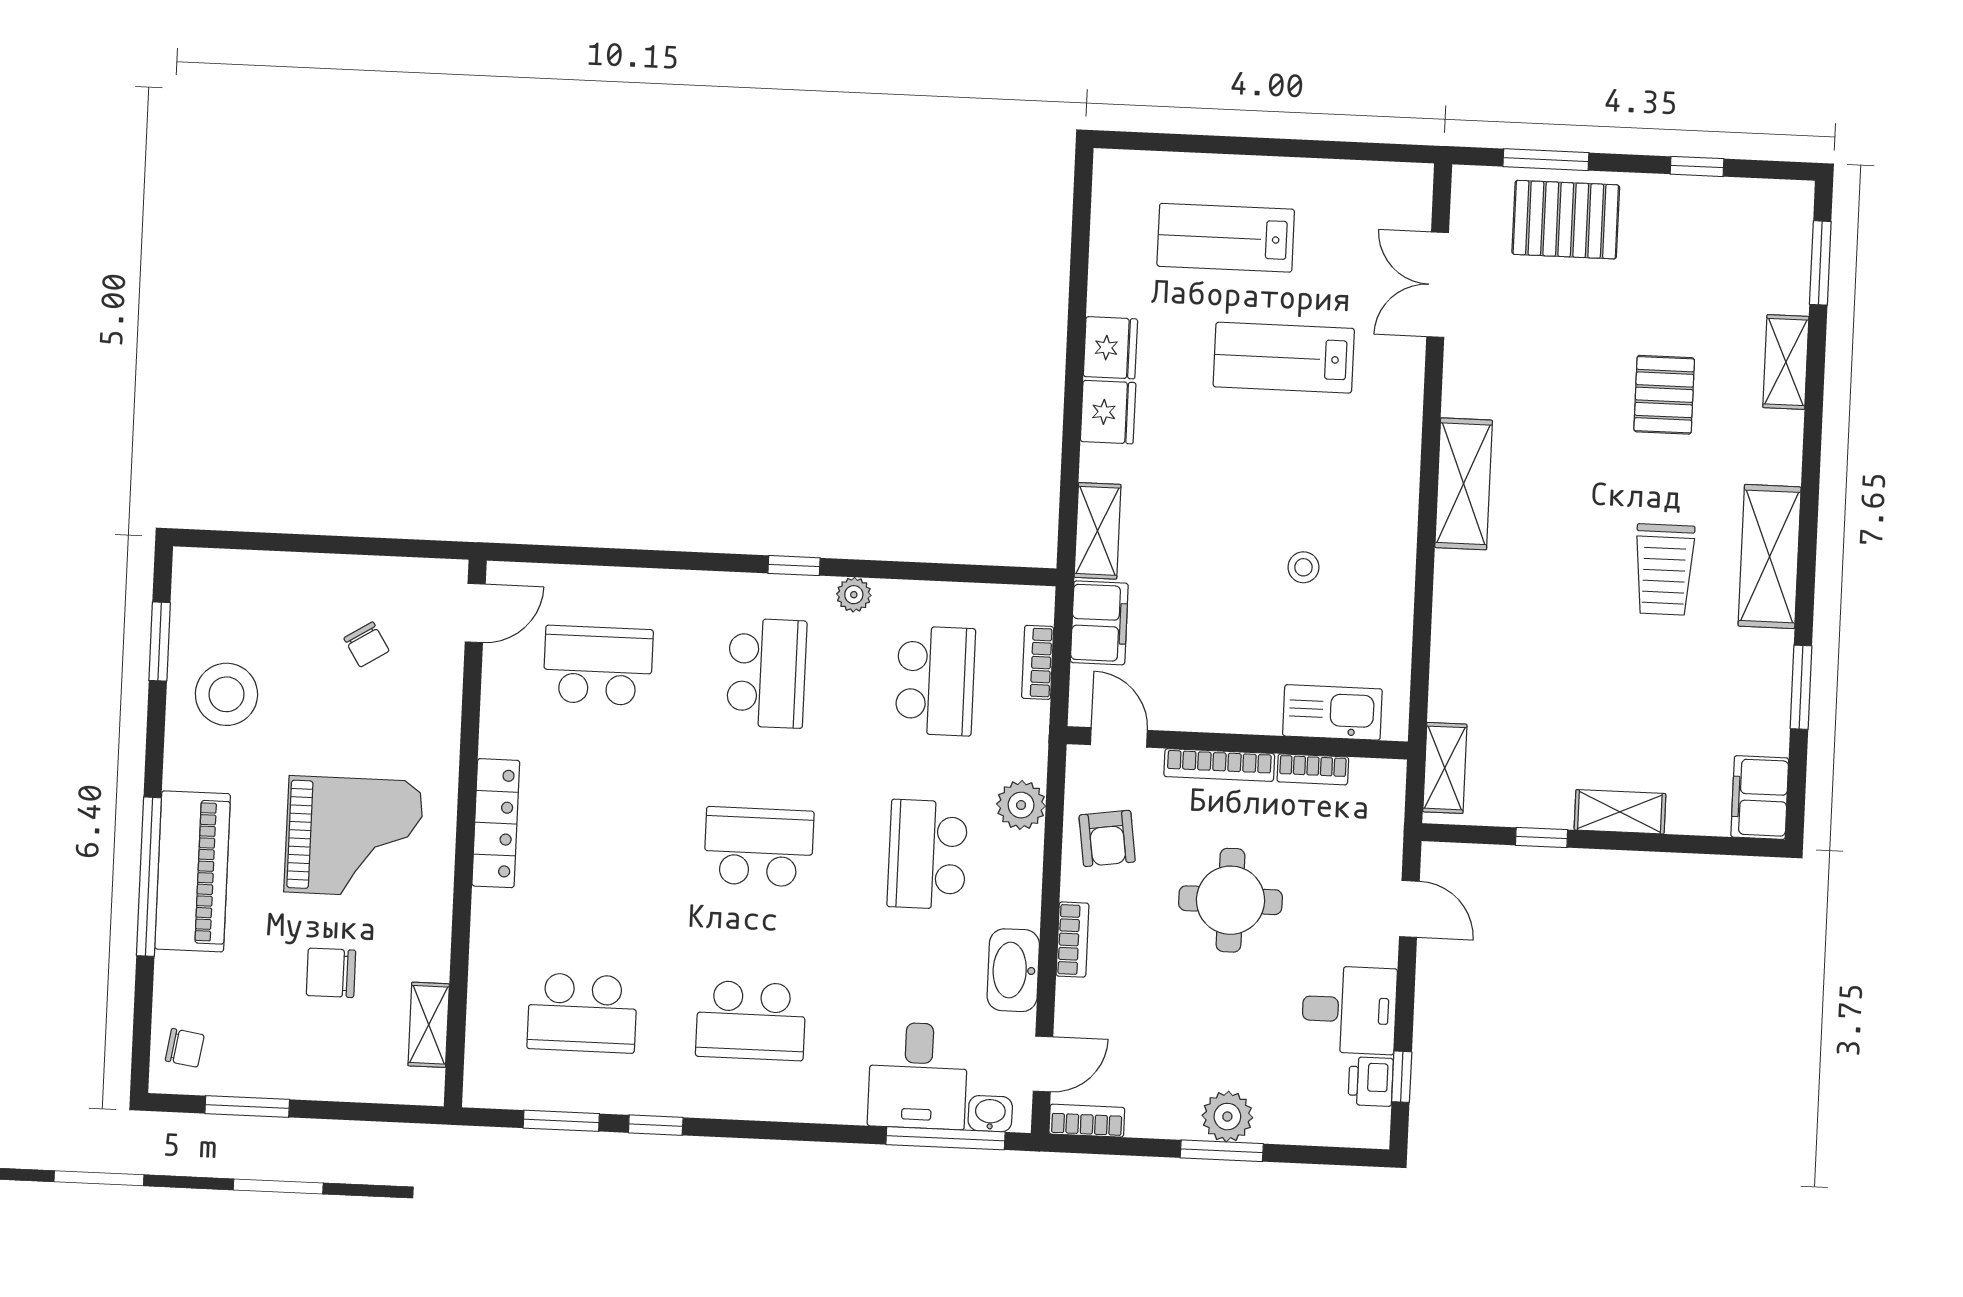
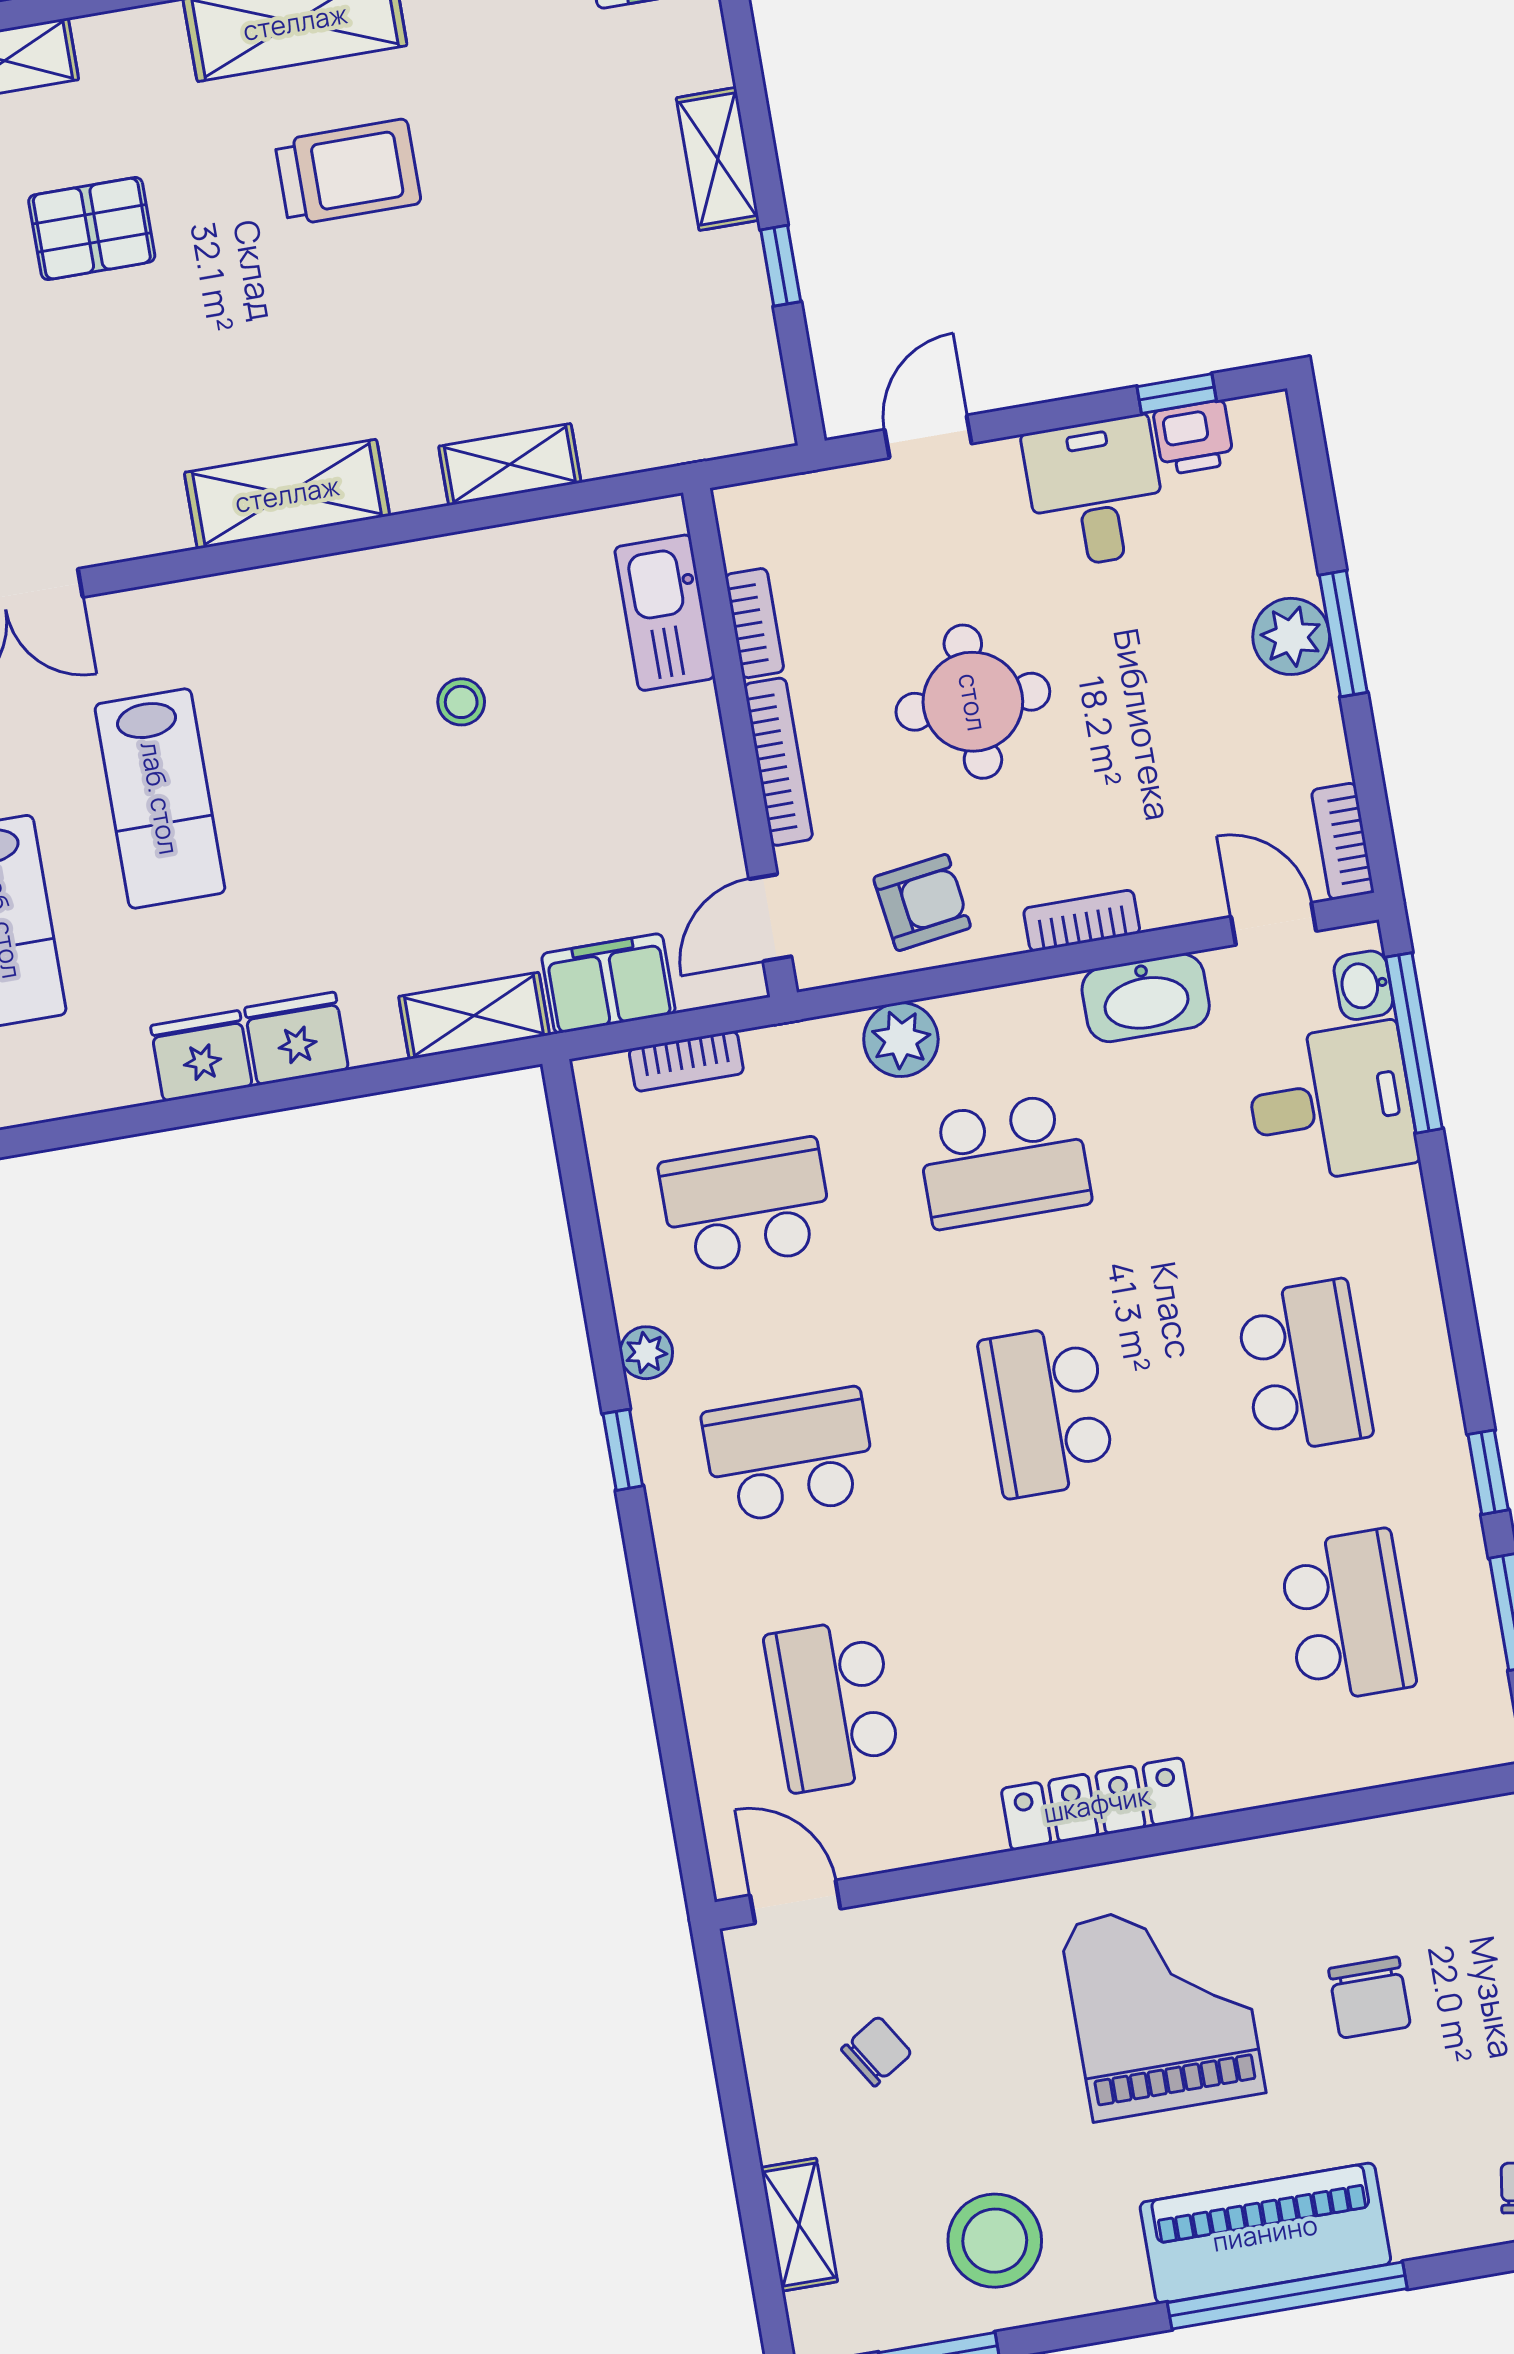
shelving: (1445, 768) -> (510, 465), moved
shelving: (429, 1025) -> (799, 2225), moved, turned 90

